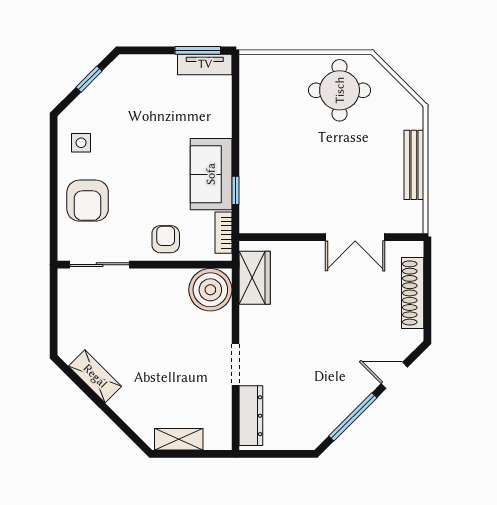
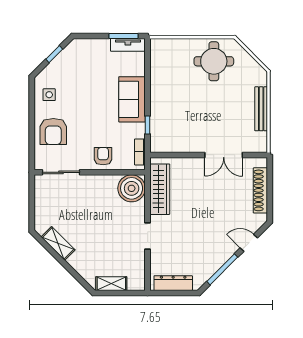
sofa: (211, 174) -> (132, 99), moved
wardrobe: (255, 278) -> (160, 189), width x1.50
dresser: (251, 416) -> (173, 283), moved, turned -90

